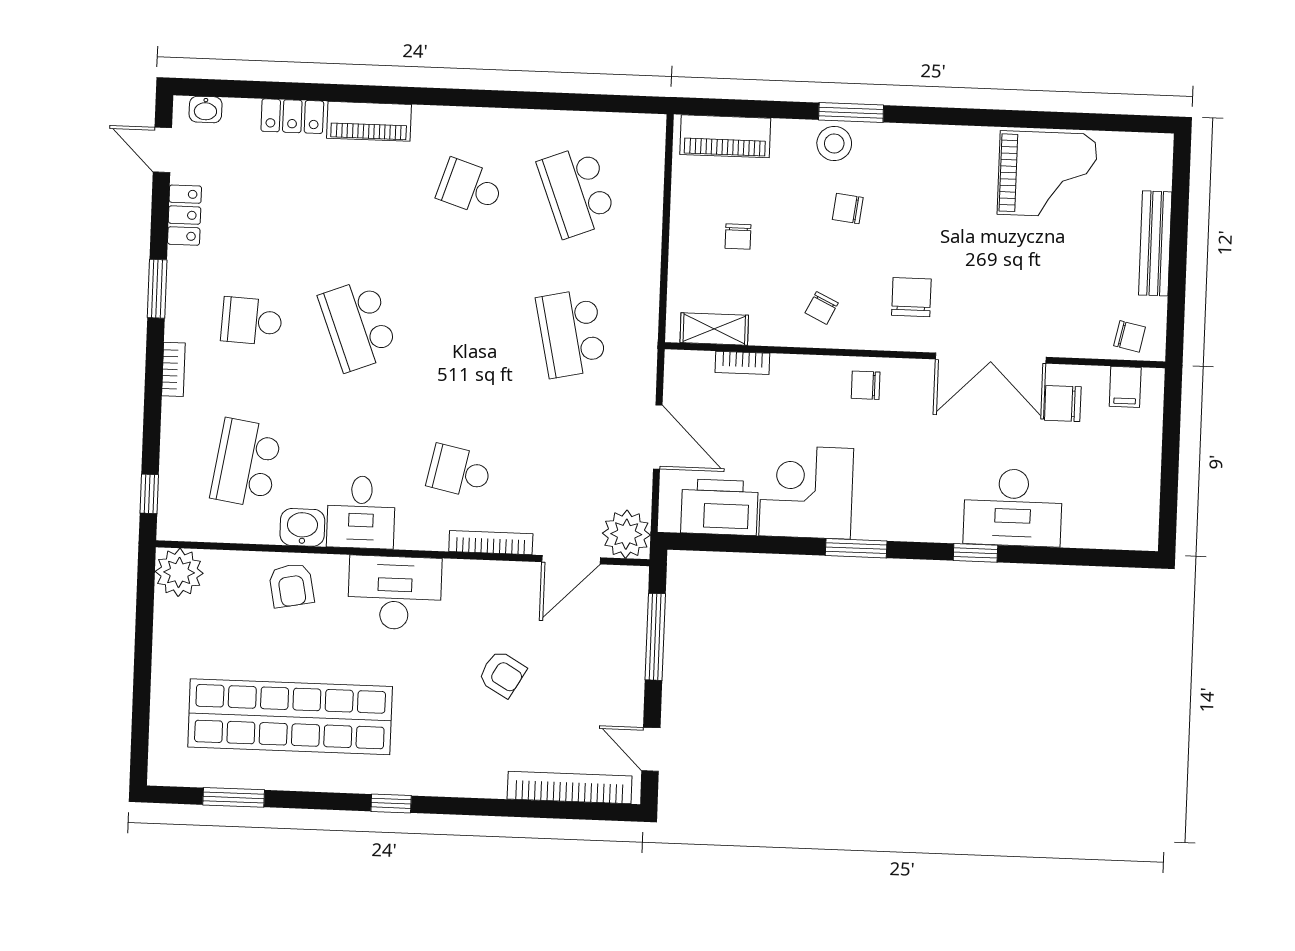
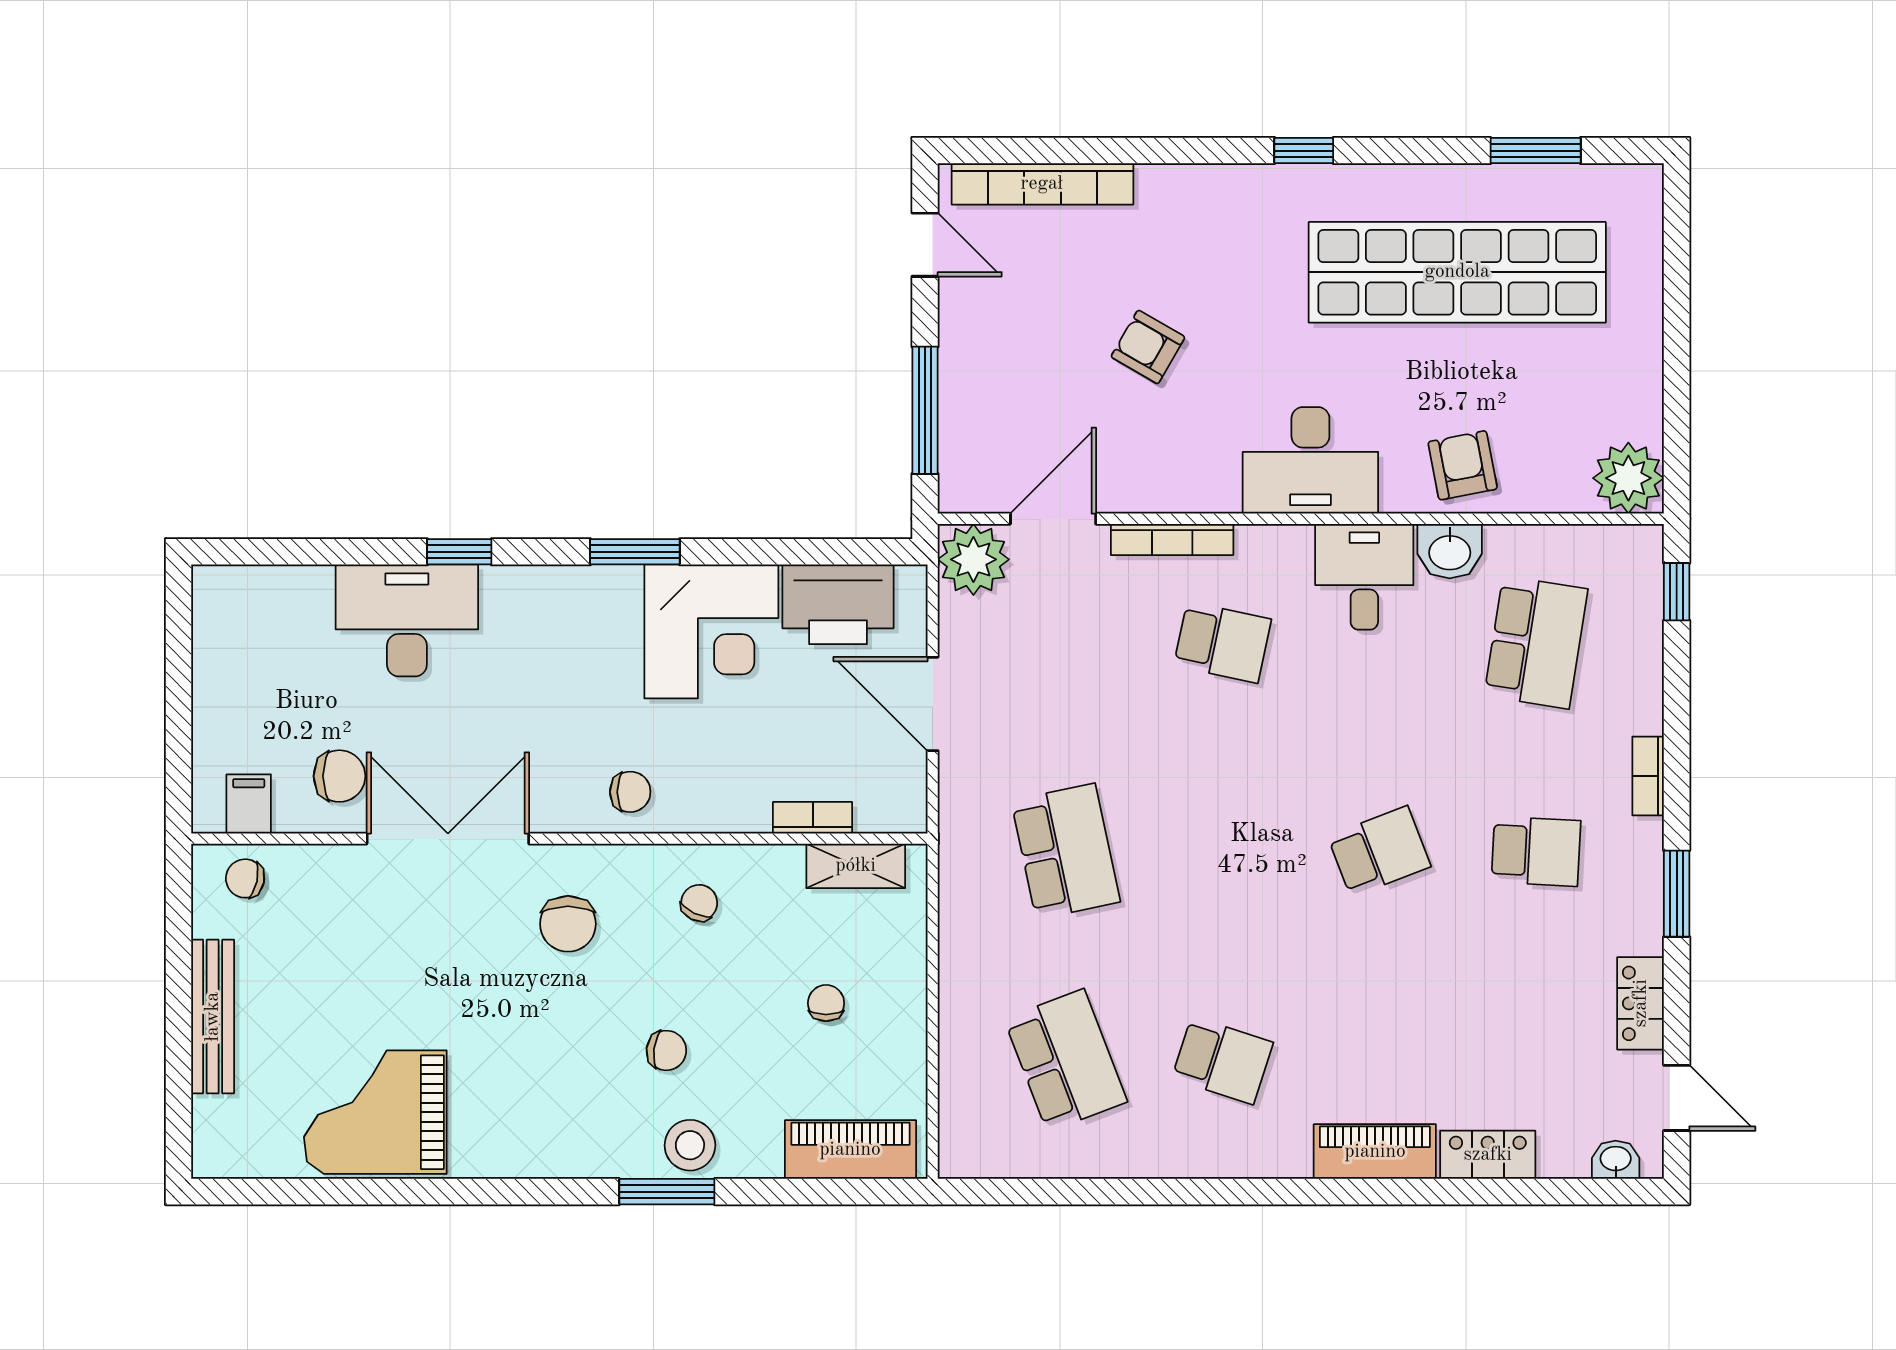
school desk: (358, 325) -> (1379, 851), width x0.54

